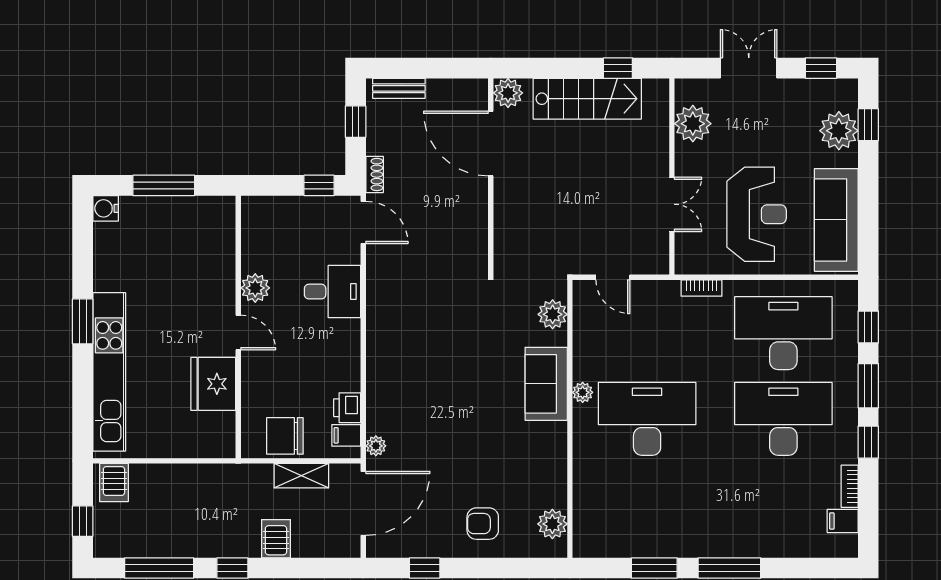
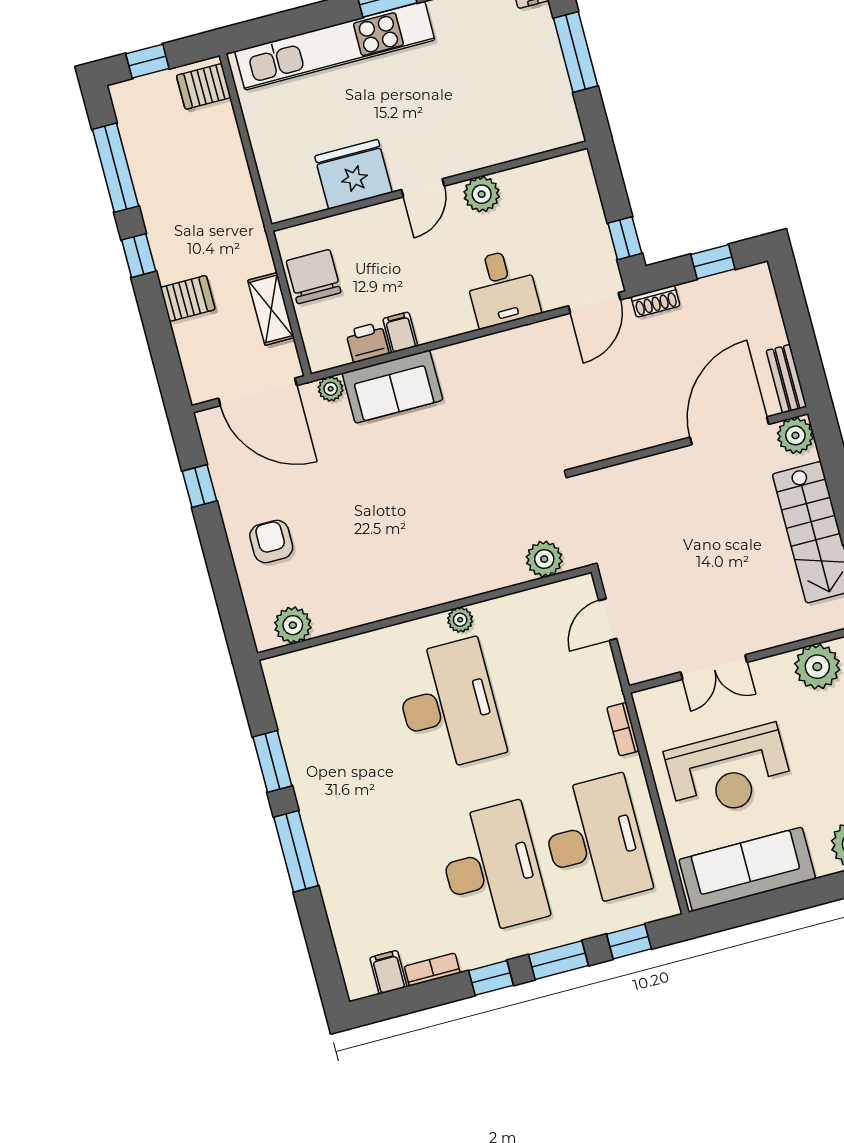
bench: (399, 88) -> (786, 379), moved
sofa: (546, 384) -> (392, 387), moved, turned 180
filing cabinet: (346, 435) -> (400, 332), moved

